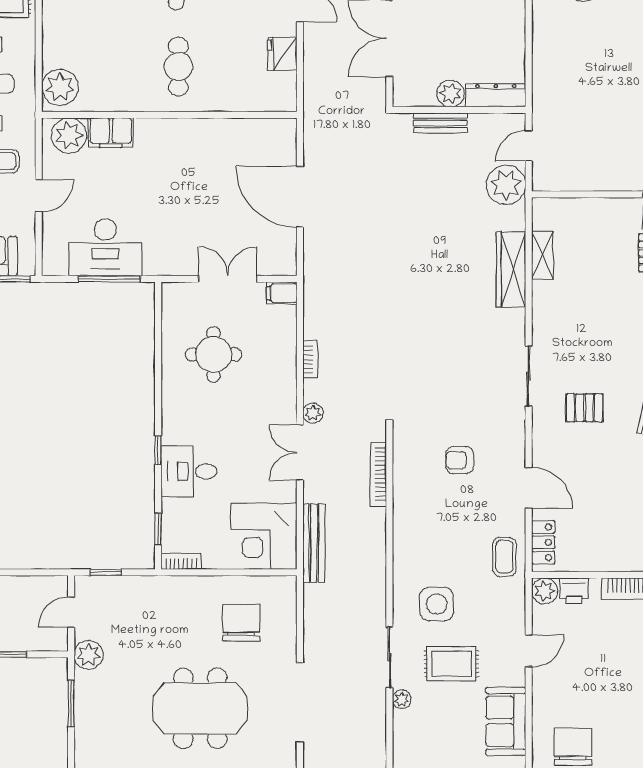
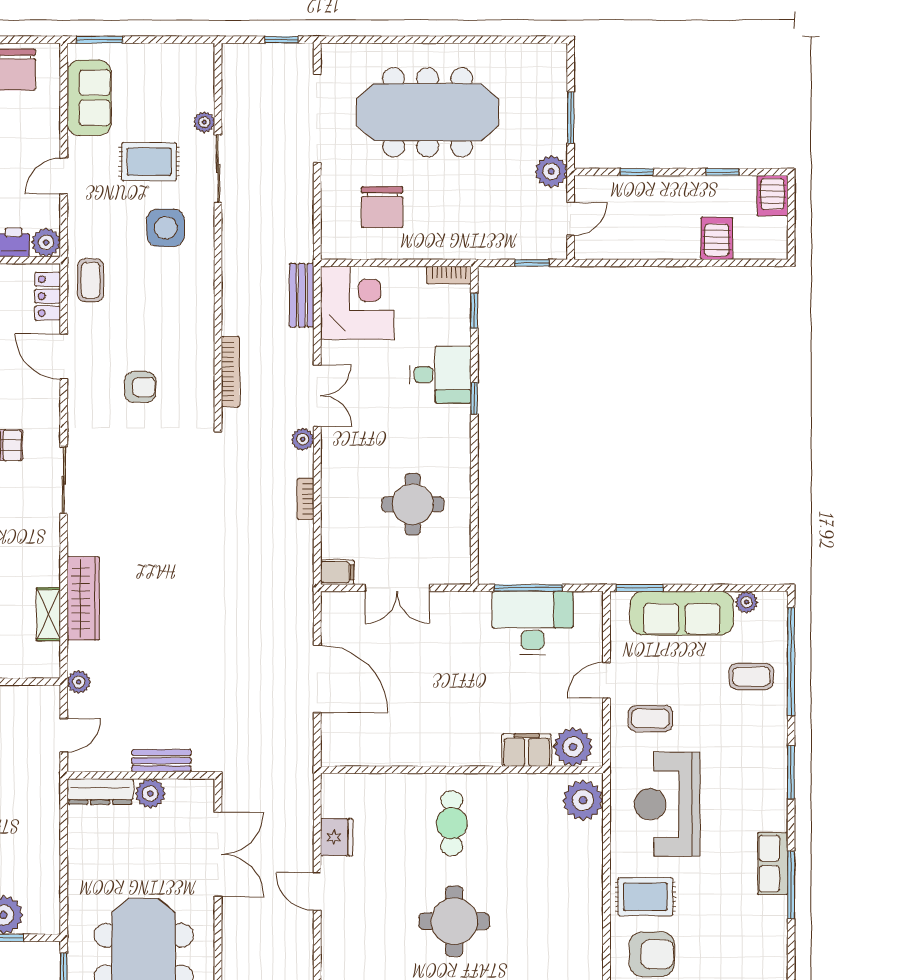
plant: (506, 185) -> (79, 682), width x0.53, depth x0.53
bench: (314, 543) -> (302, 295), width x0.73
meeting table: (200, 708) -> (428, 112), width x1.36

